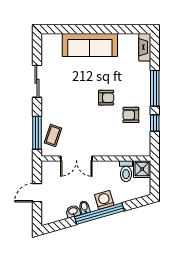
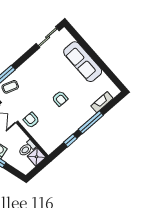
fireplace: (145, 47) -> (102, 102), moved
sliding door: (37, 81) -> (48, 37), moved
armchair: (131, 115) -> (31, 120), moved

